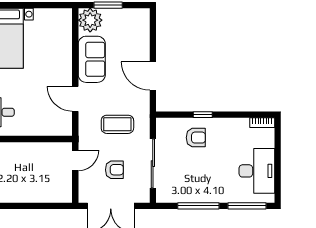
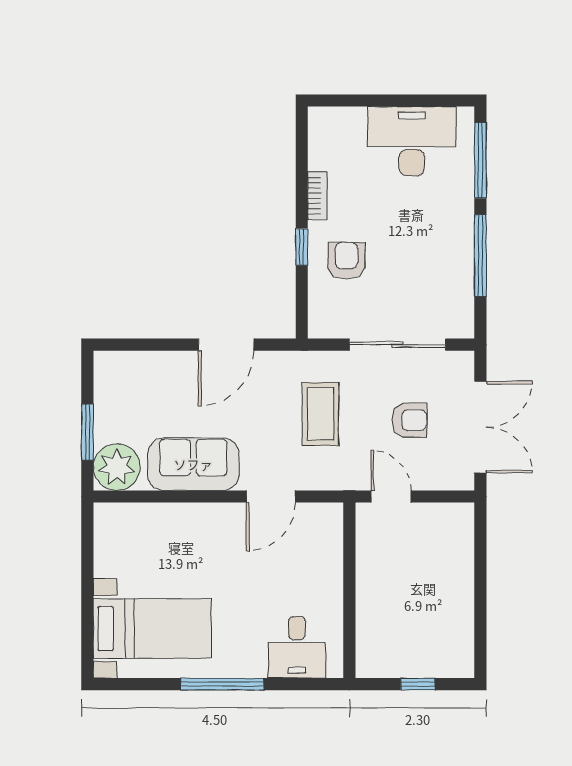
bookcase: (262, 123) -> (317, 196), moved
armchair: (114, 170) -> (409, 420), turned 90

